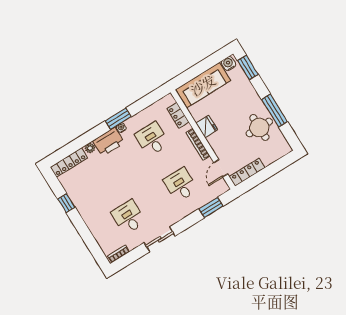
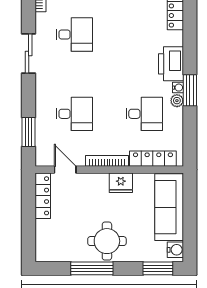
locker: (178, 115) -> (153, 159), width x1.53
round table: (259, 128) -> (107, 241), moved
plant: (90, 148) -> (177, 101), moved

